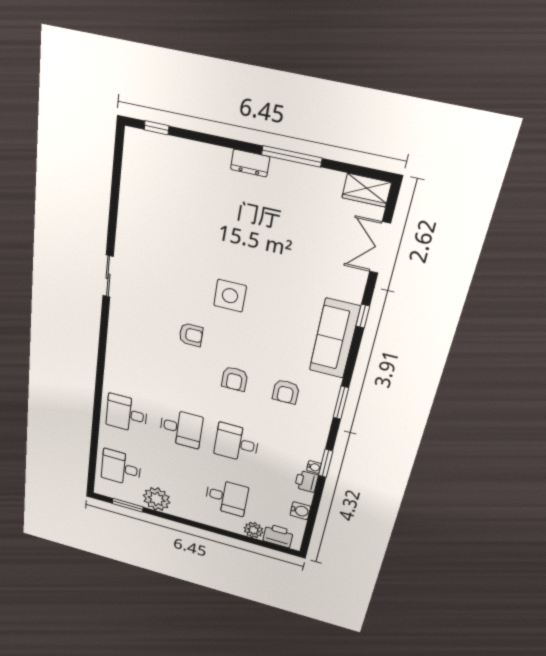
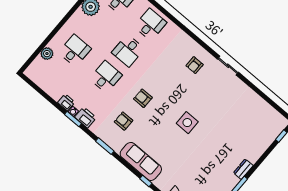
armchair: (191, 335) -> (195, 65), moved
desk: (227, 497) -> (75, 51), turned 180
water cooler: (300, 511) -> (49, 88), removed
printer: (278, 536) -> (86, 117), moved, turned -90

